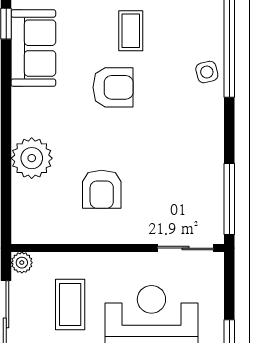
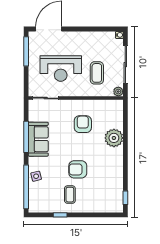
sofa: (33, 48) -> (38, 139), moved, turned 180
window: (229, 199) -> (26, 137), moved

